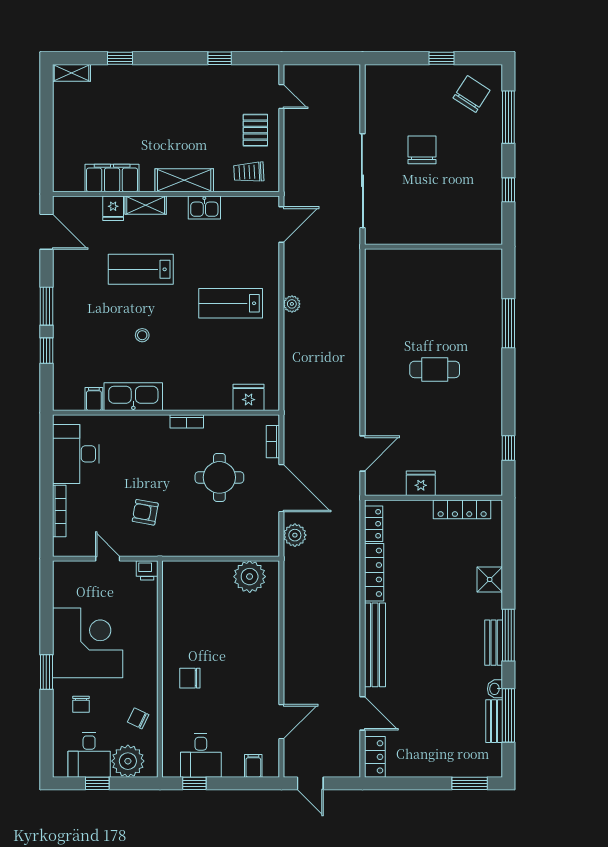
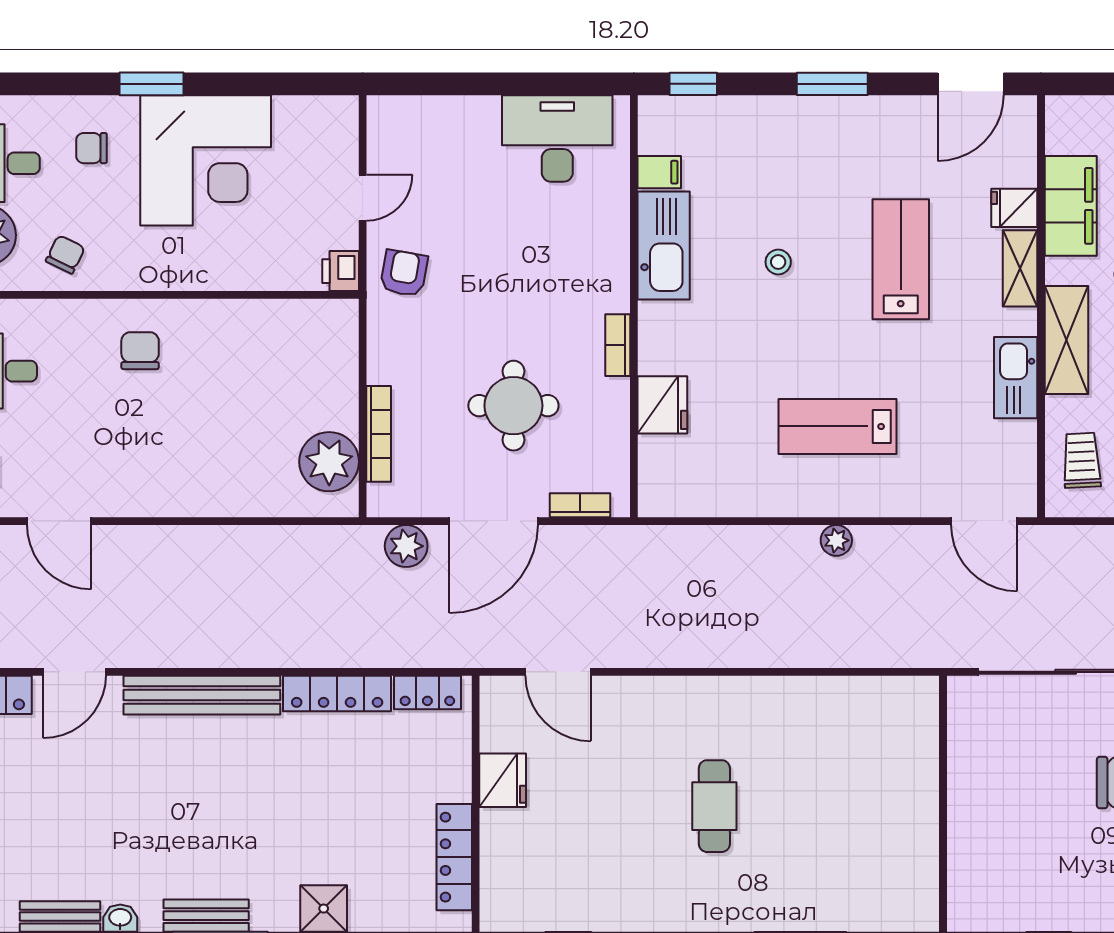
kitchen sink: (204, 208) -> (1016, 378), width x1.38
lab bench: (231, 303) -> (837, 426), turned -90
window: (46, 351) -> (693, 84), moved
fridge: (249, 397) -> (662, 405), moved
bookcase: (59, 511) -> (379, 434), moved, turned -90
armchair: (145, 512) -> (404, 273), moved

